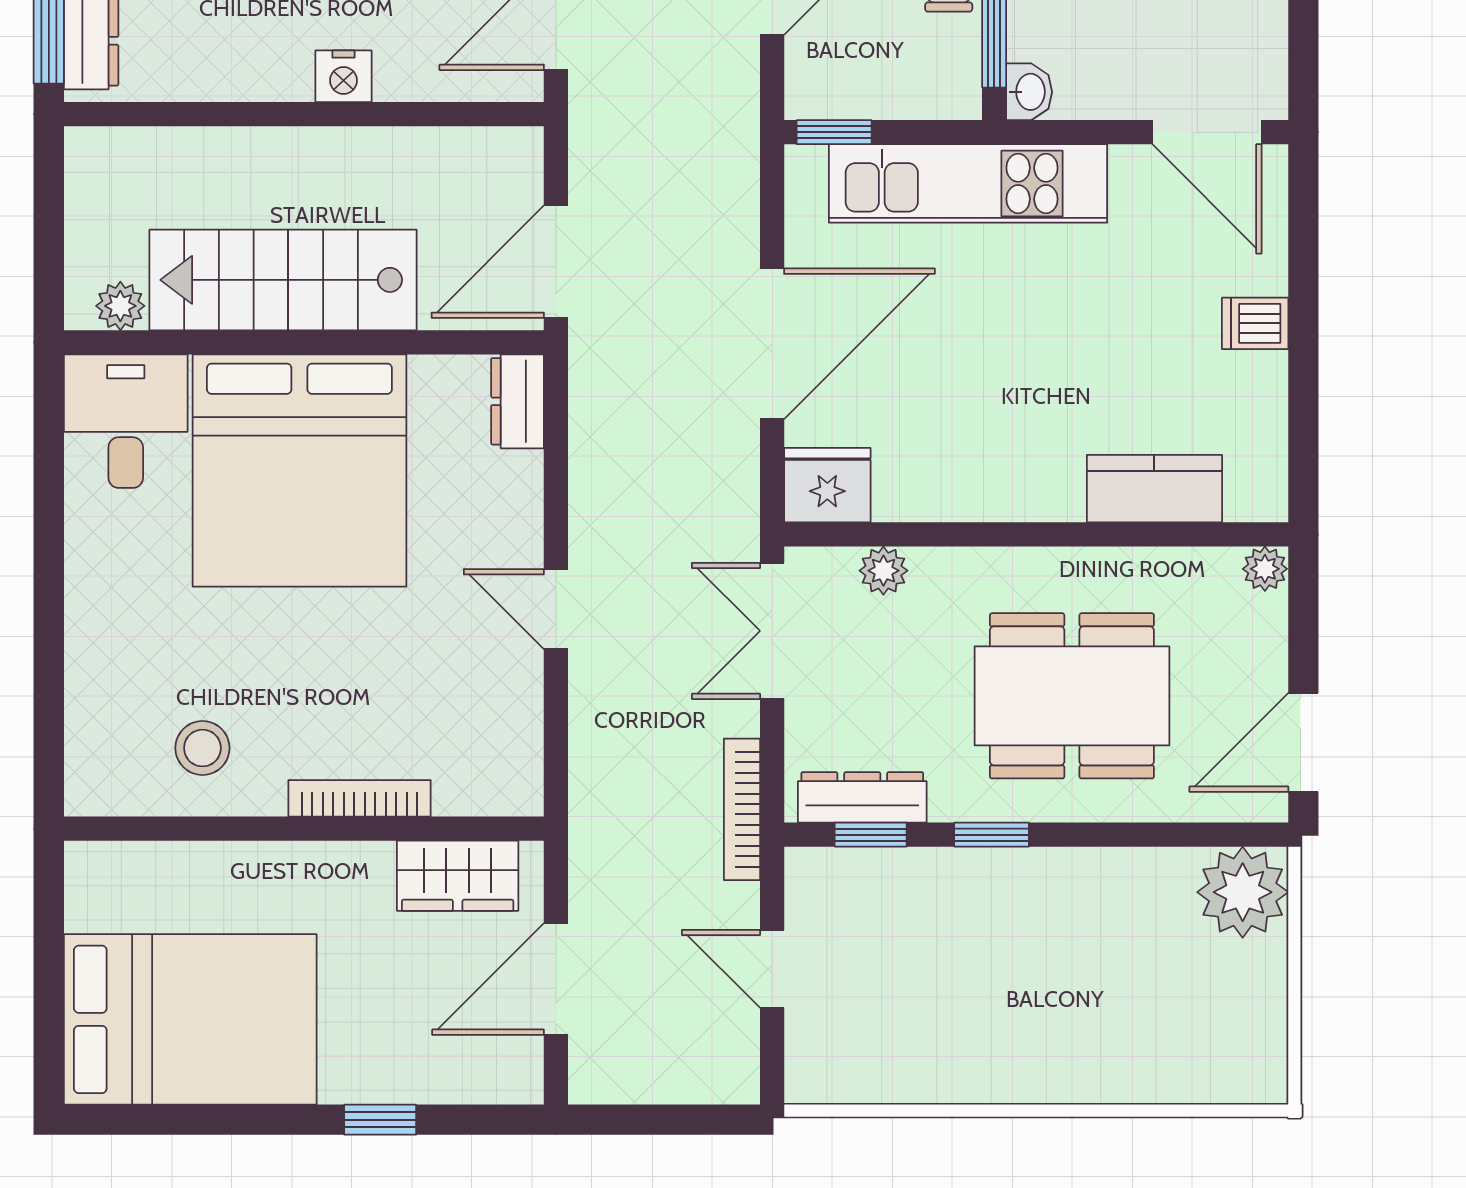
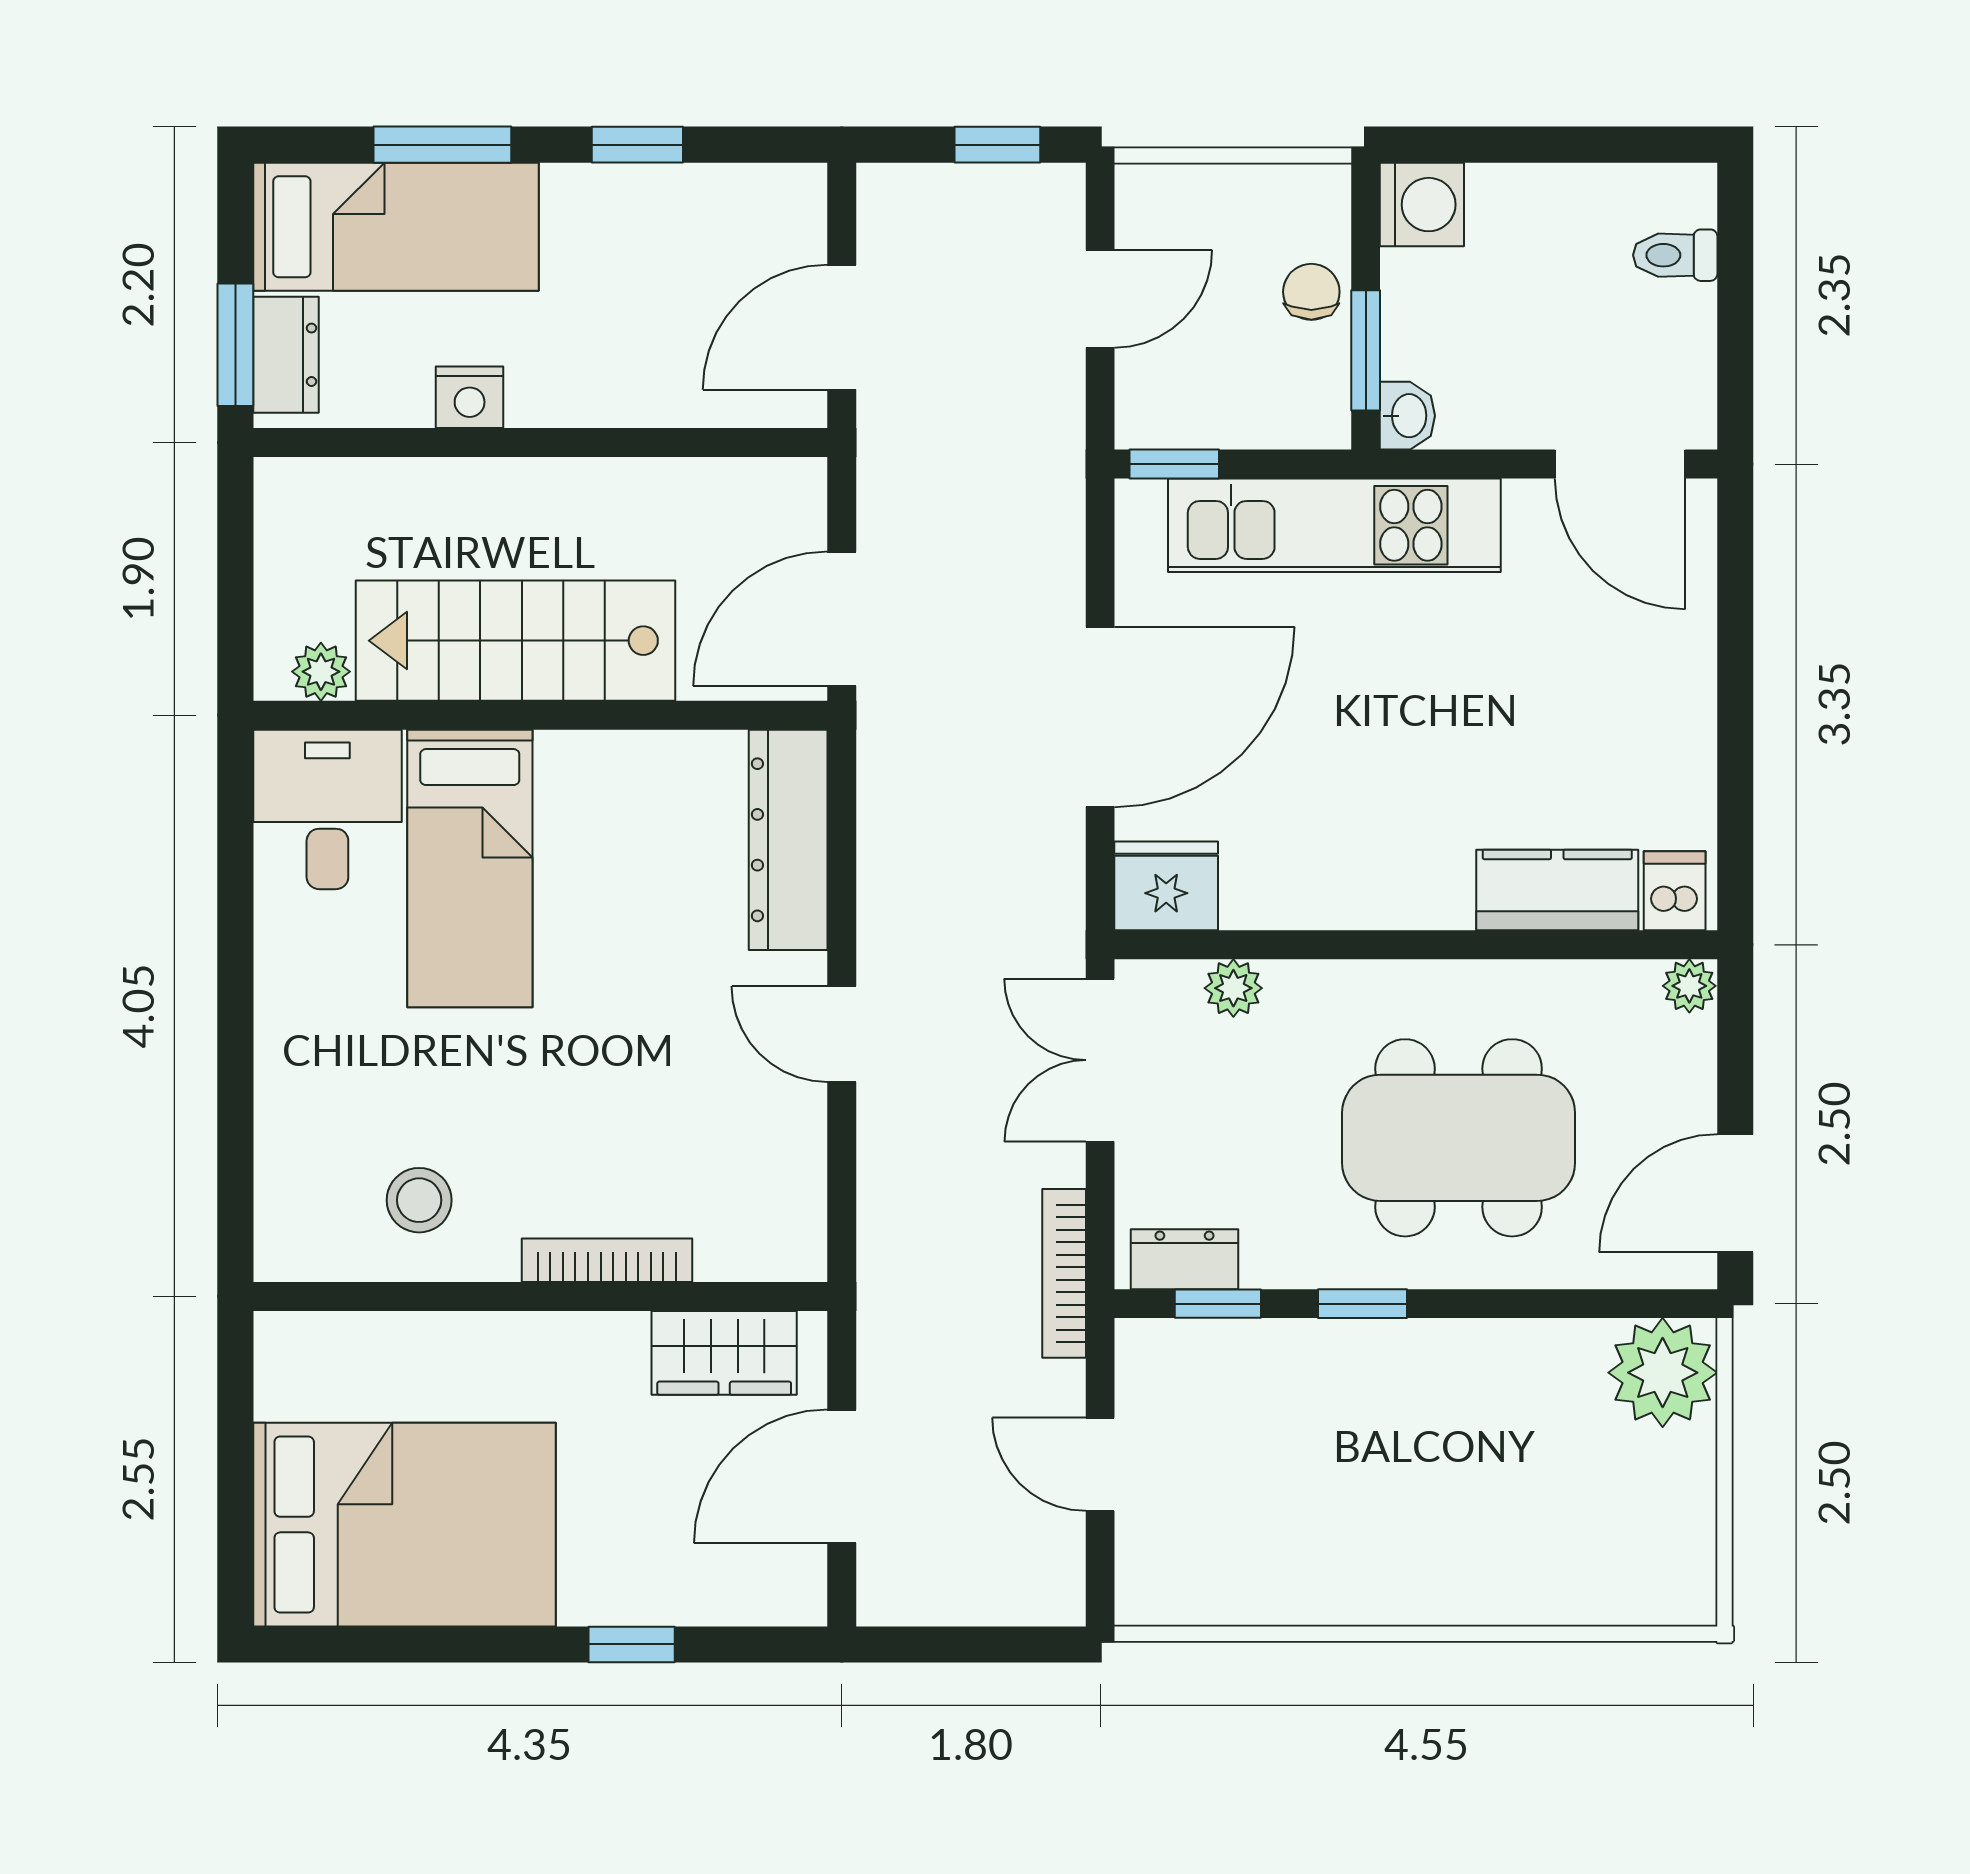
nightstand: (343, 76) -> (470, 397), moved
dishwasher: (1255, 323) -> (1675, 891), moved, turned 90
dresser: (518, 401) -> (788, 840), width x1.96, depth x1.24
bed: (299, 471) -> (470, 868), width x0.49
dresser: (862, 797) -> (1185, 1259), width x0.70

